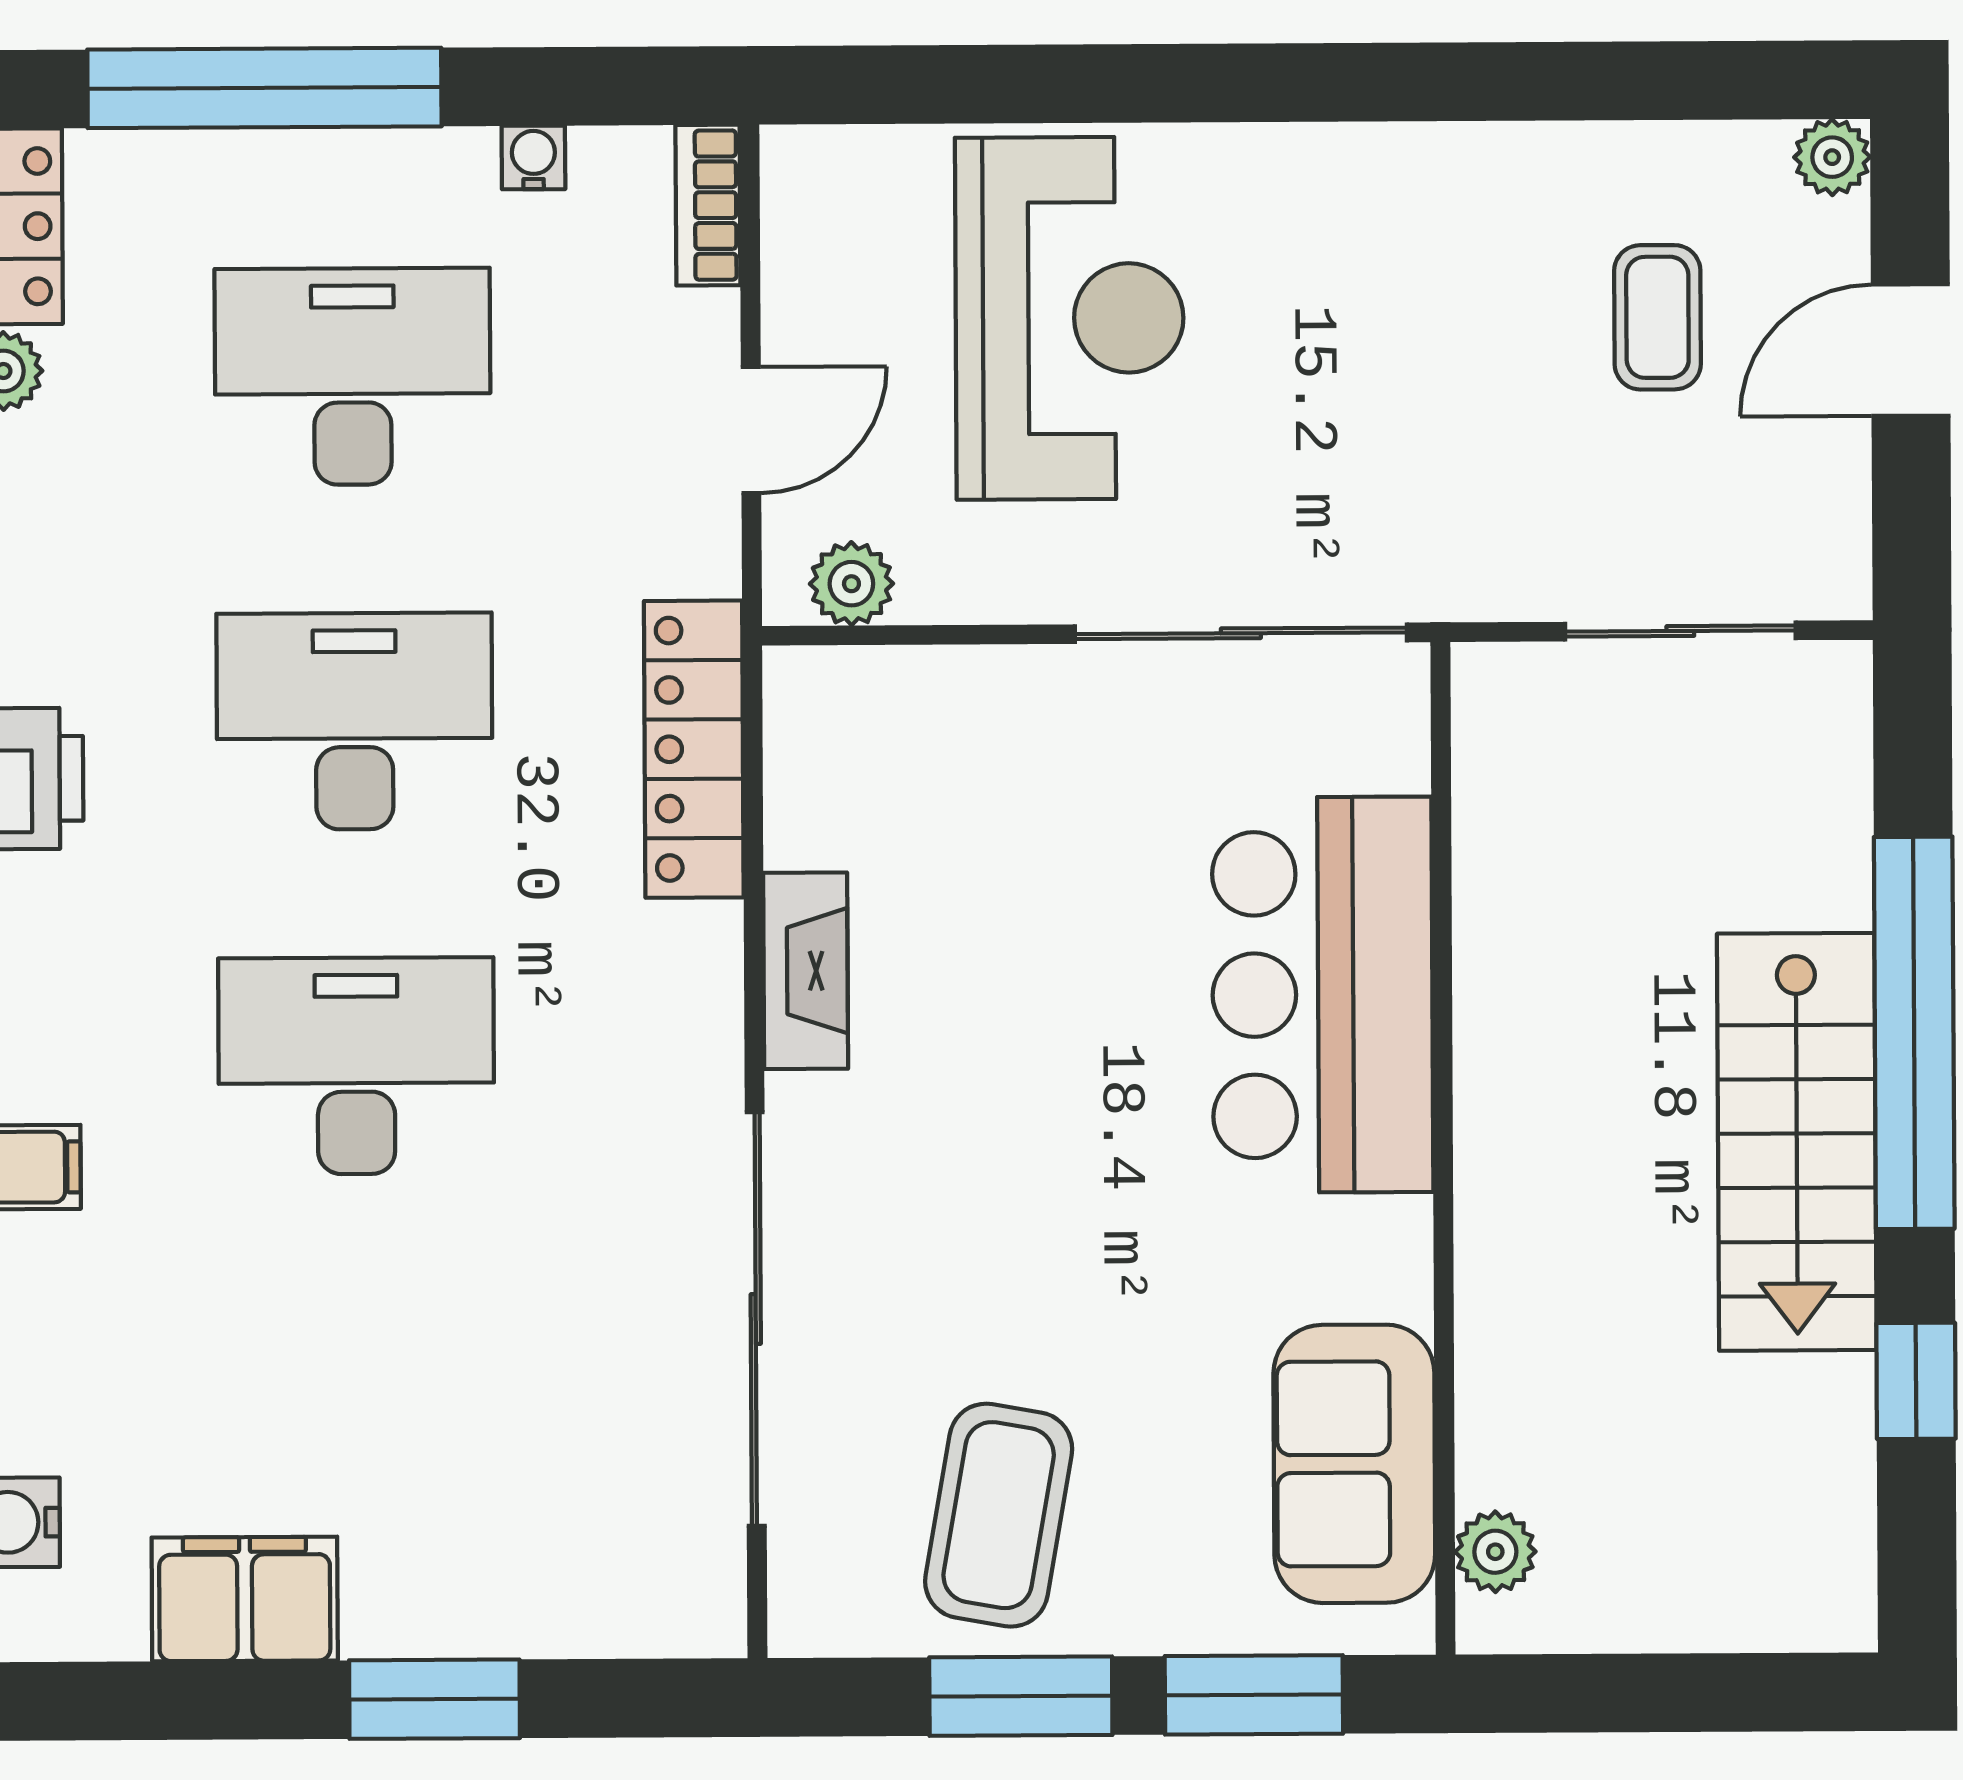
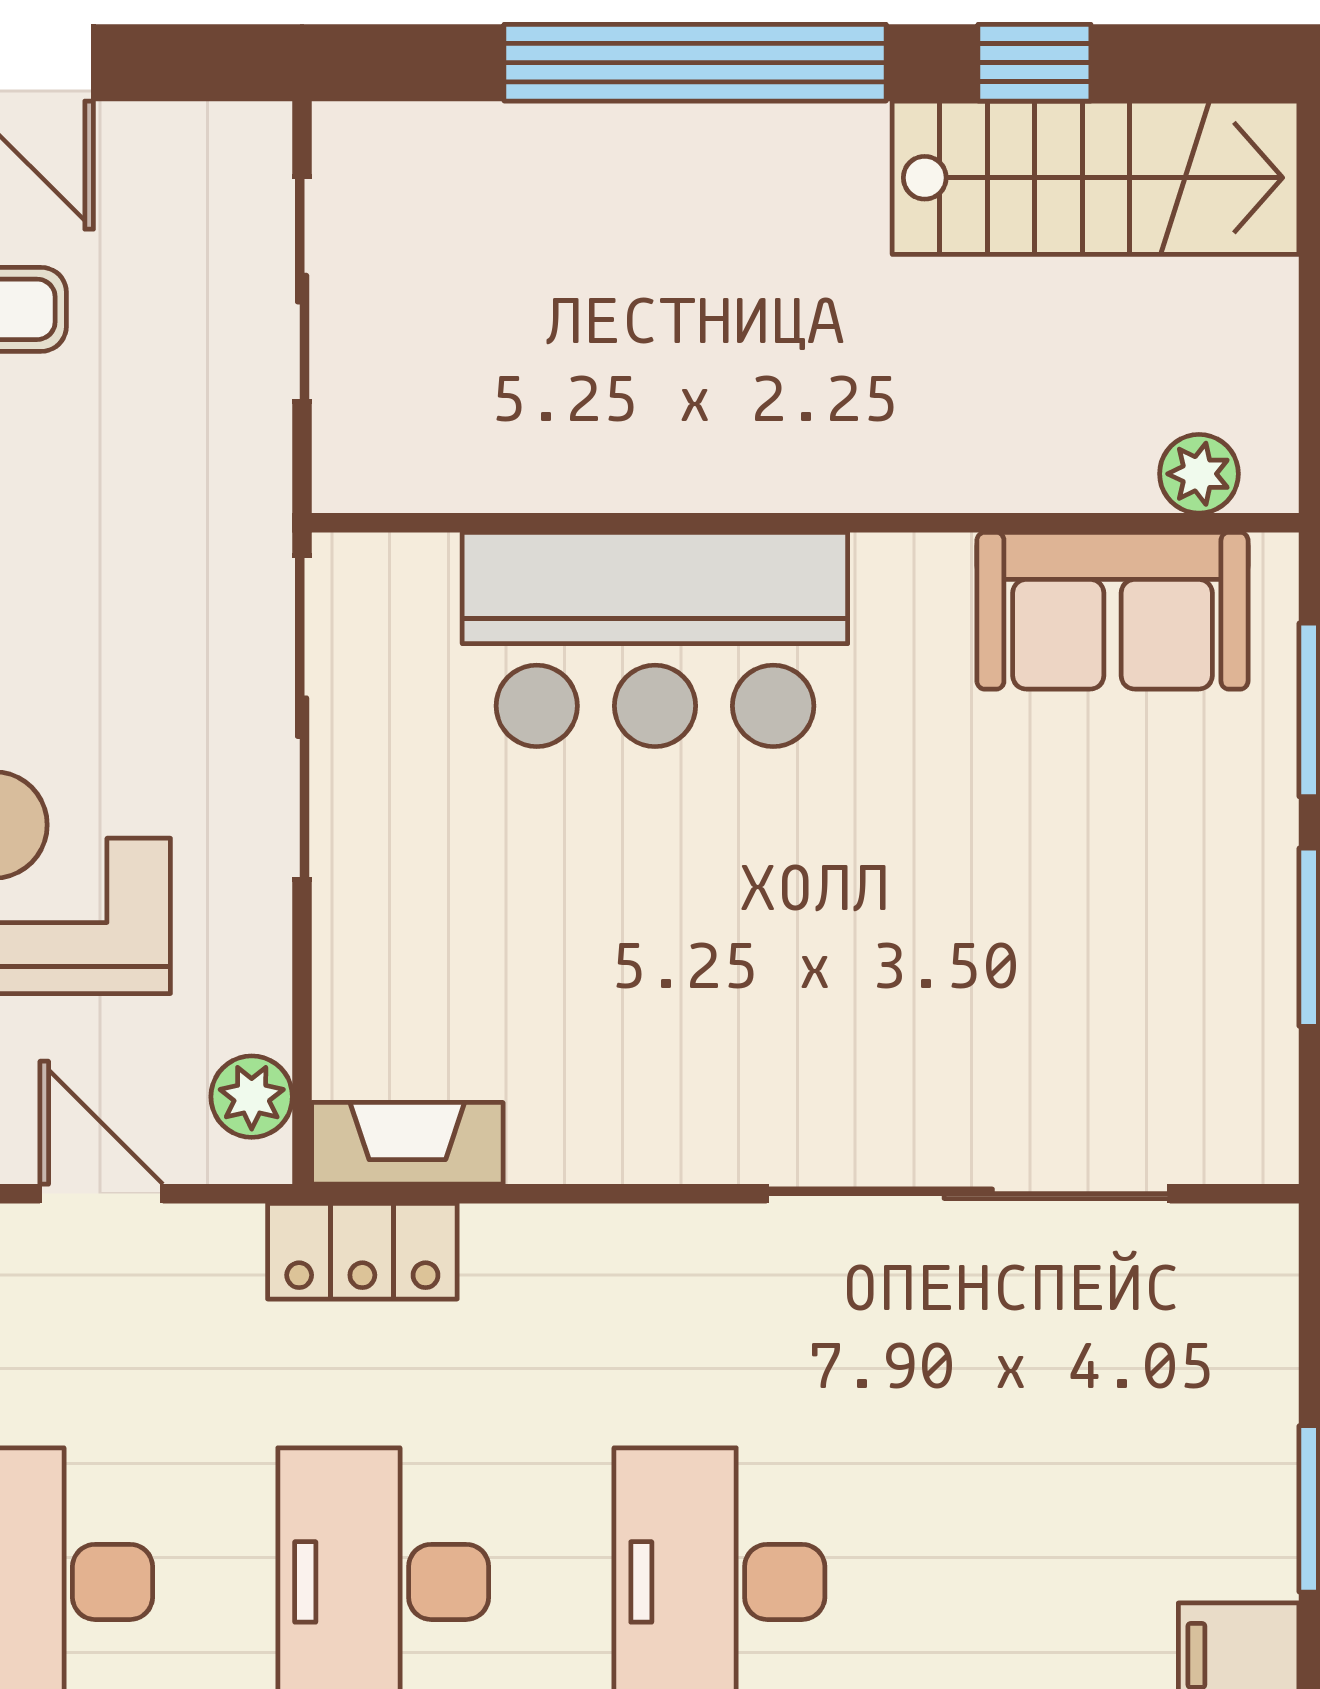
locker: (694, 749) -> (362, 1251), width x0.66
fireplace: (806, 971) -> (407, 1143), moved
stairs: (1797, 1142) -> (1096, 178), moved
coffee table: (999, 1515) -> (1161, 958), removed

